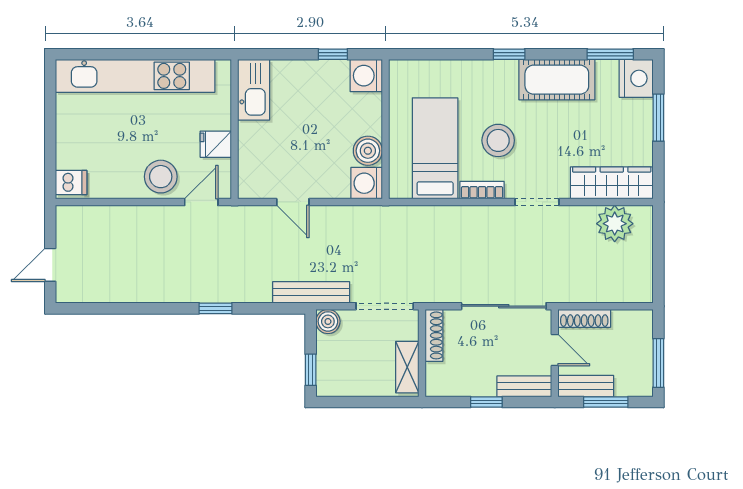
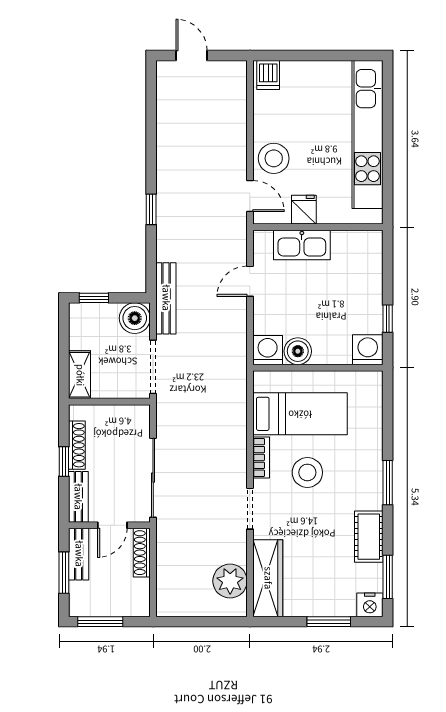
window: (509, 54) -> (388, 483), width x1.50
nightstand: (636, 78) -> (370, 605), width x0.74, depth x0.75
cot: (557, 80) -> (369, 537), width x0.73, depth x0.75
kitchen sink: (254, 90) -> (302, 245), moved
boiler: (328, 321) -> (135, 318), width x1.36, depth x1.36
shoe rack: (434, 335) -> (77, 445), moved, turned -90
shelving: (407, 367) -> (80, 375), moved, turned 90

